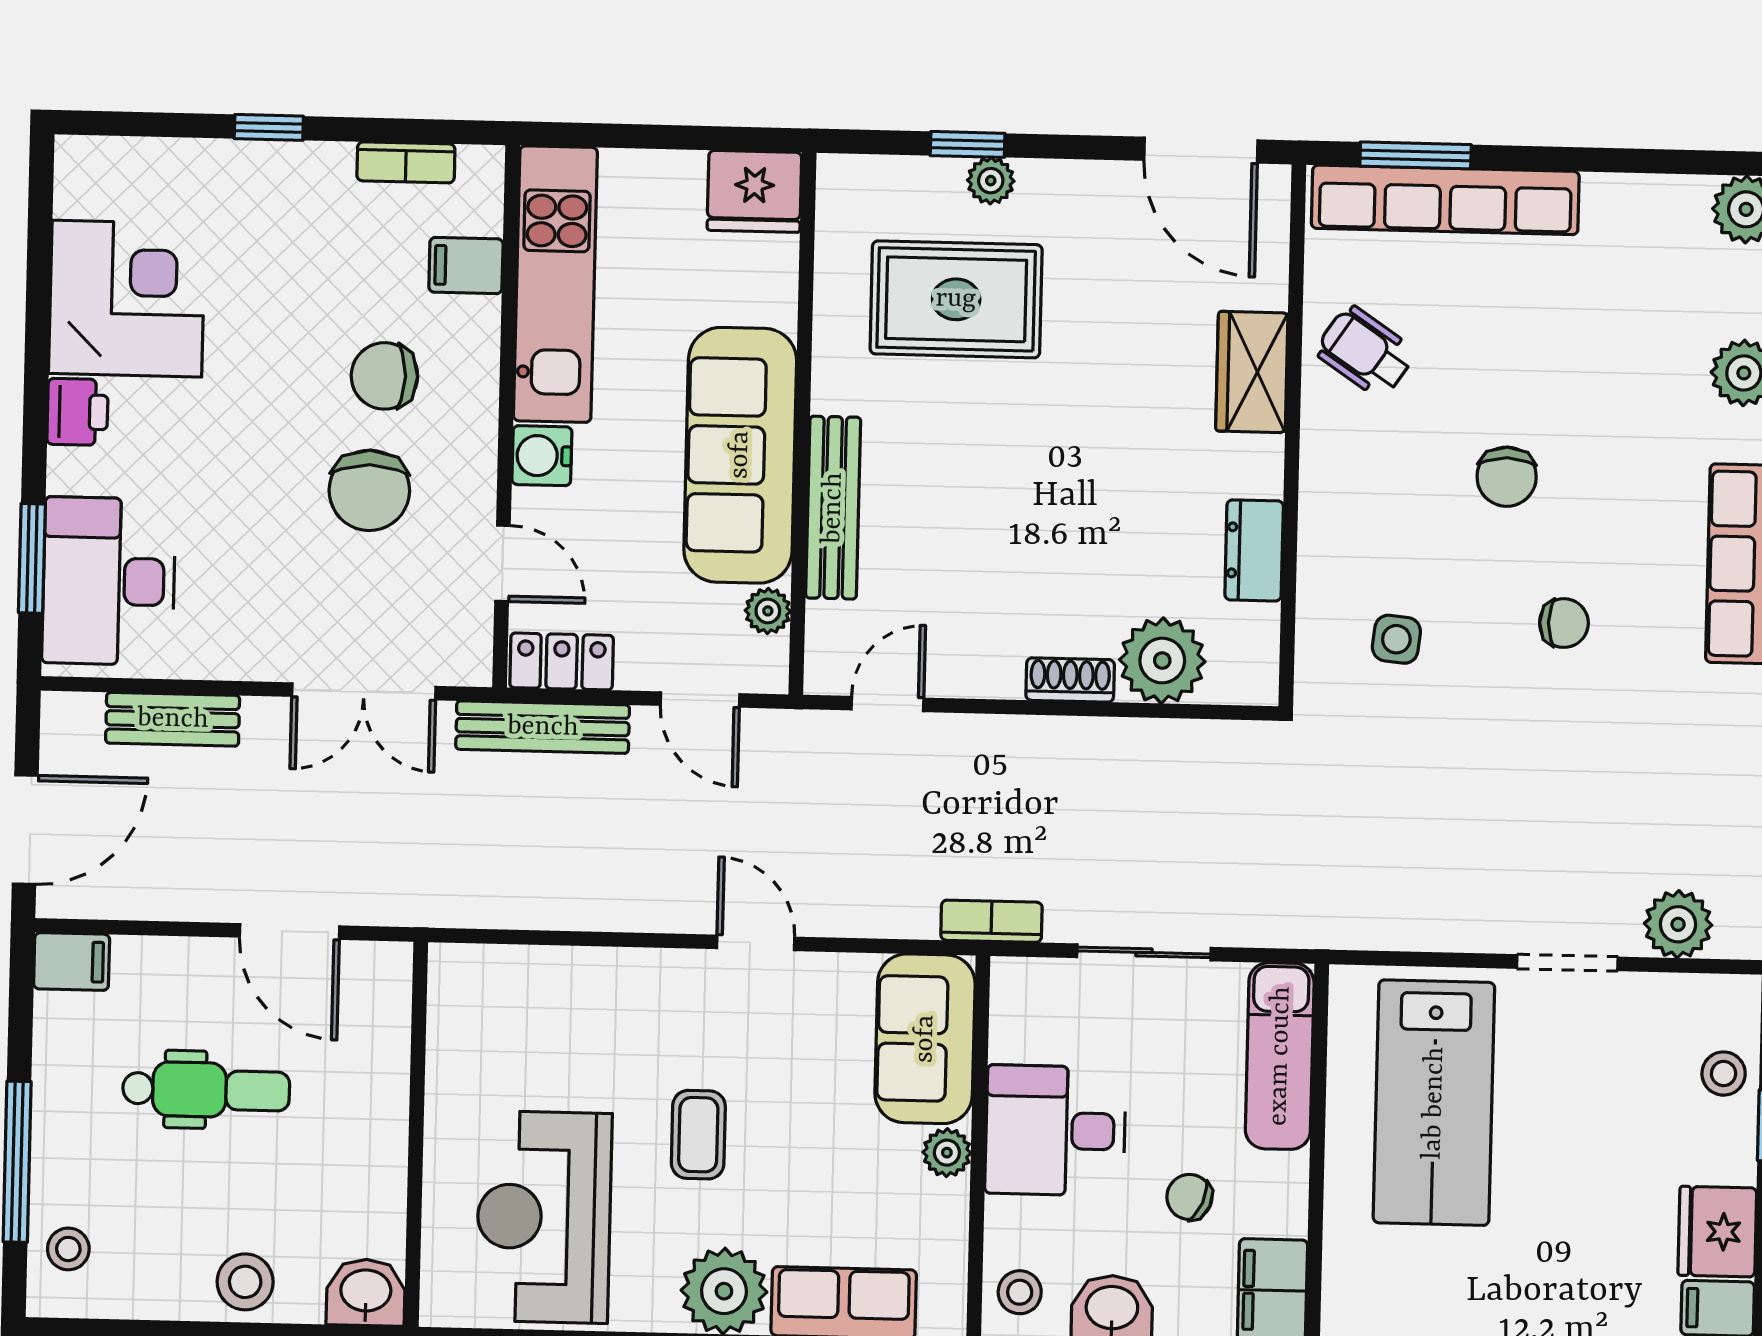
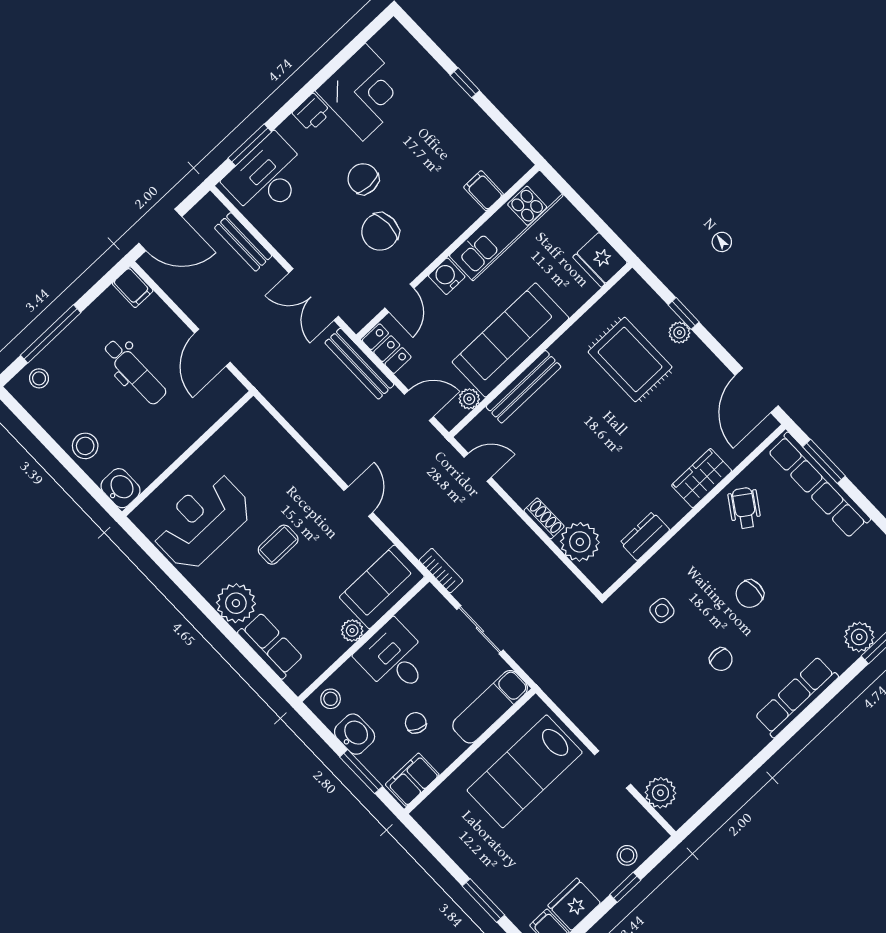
bookcase: (406, 162) -> (498, 138), removed
chair: (384, 376) -> (363, 179), moved
door: (700, 699) -> (419, 405), swing flipped

